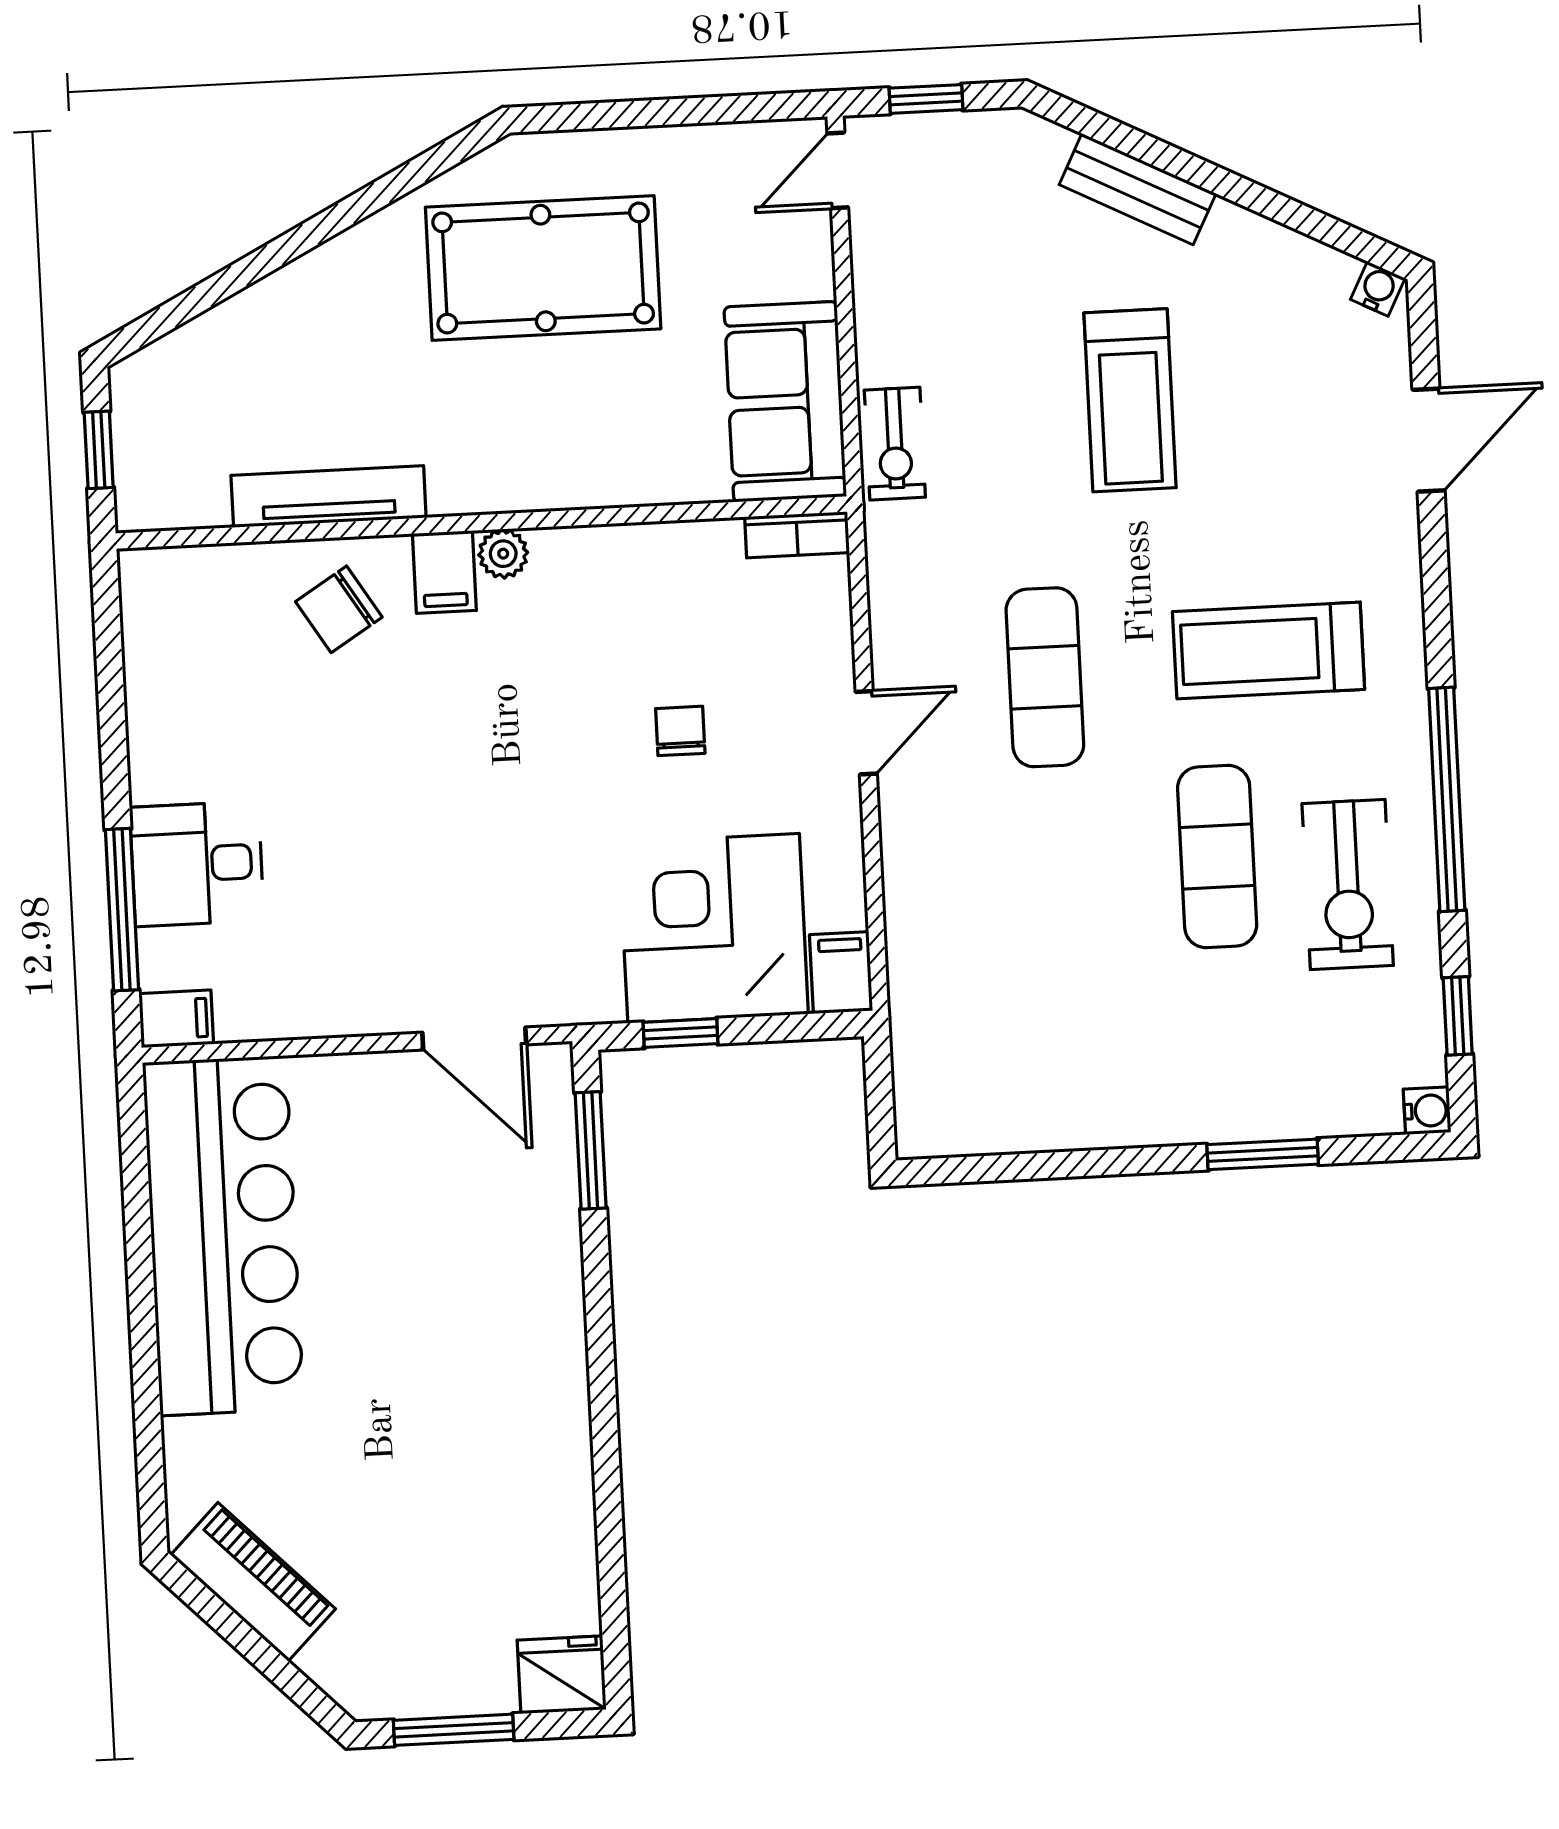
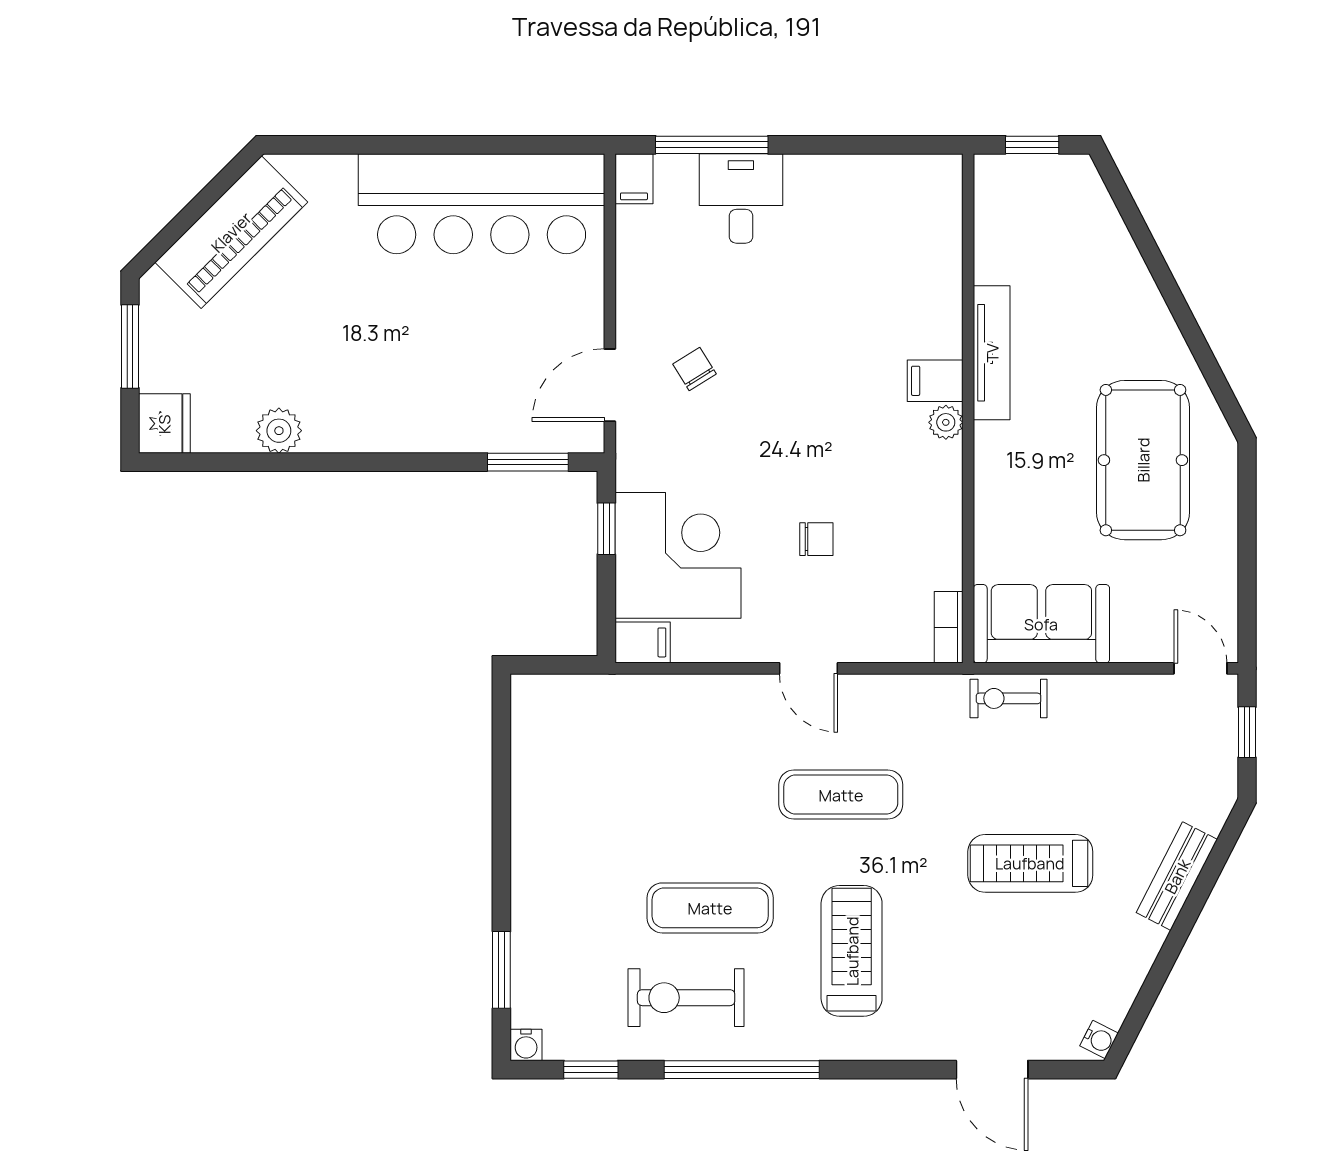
tv unit: (329, 497) -> (992, 353), moved
chair: (339, 609) -> (694, 369), moved, width x0.73, depth x0.73
window: (1263, 1154) -> (501, 970), moved
plant: (564, 1510) -> (279, 431), added
piano: (253, 1582) -> (231, 232), width x1.37, depth x1.33

